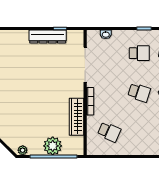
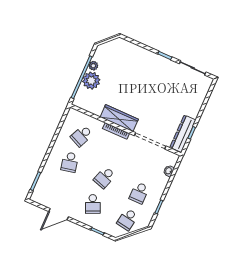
dresser: (48, 37) -> (183, 134), moved
wardrobe: (77, 117) -> (119, 118), moved
school desk: (139, 132) -> (70, 162), added
plant: (23, 150) -> (93, 66), moved

